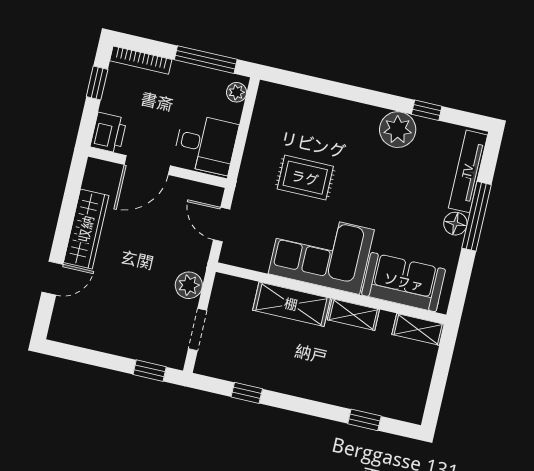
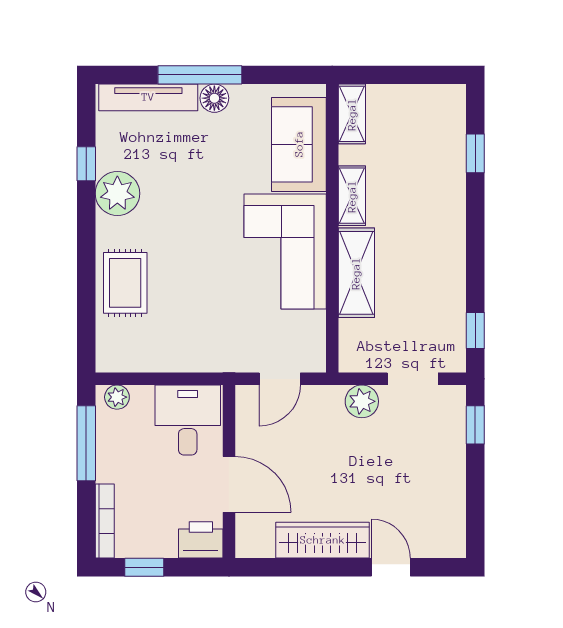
rug: (305, 178) -> (125, 283), moved
window: (247, 393) -> (475, 331), moved

